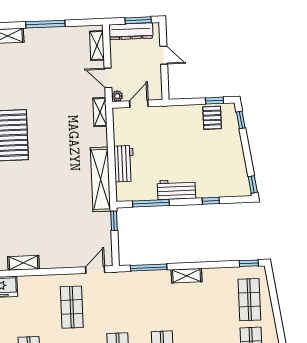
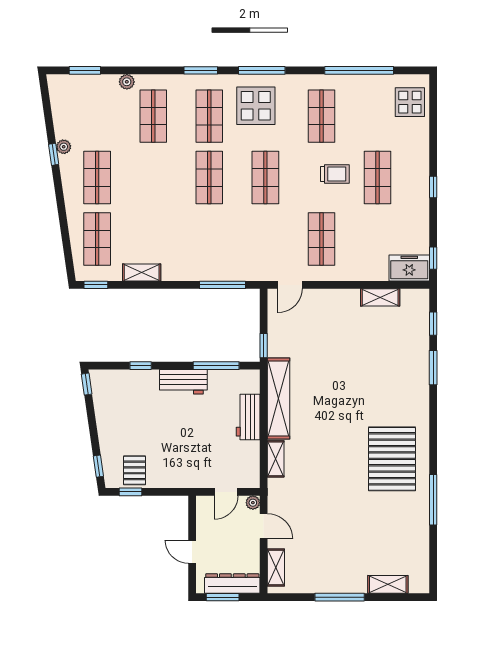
shelving: (100, 112) -> (276, 459), moved
shelving: (187, 276) -> (142, 273), moved

